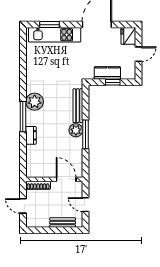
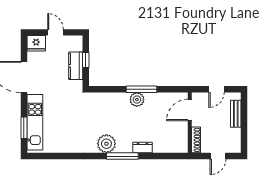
bench: (78, 106) -> (111, 97), removed

